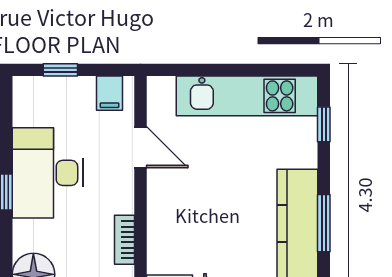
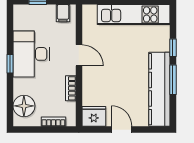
window: (324, 124) -> (173, 48), moved
door: (141, 147) -> (79, 55), moved

